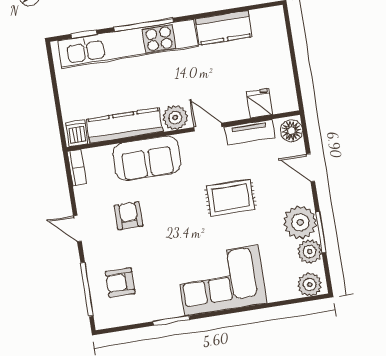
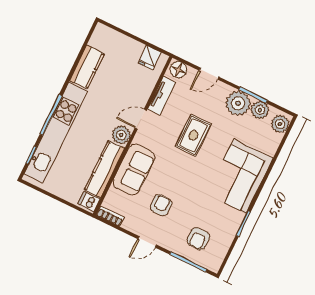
fridge: (259, 103) -> (150, 58), moved, turned -90
armchair: (129, 216) -> (161, 205), turned 90

